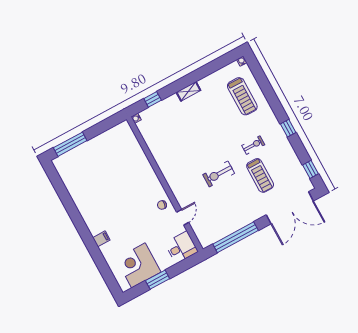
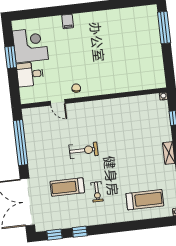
treadmill: (242, 96) -> (145, 200), turned 180
window: (288, 128) -> (80, 232), moved
exercise bike: (219, 174) -> (84, 150), turned 90
desk: (181, 247) -> (30, 74), moved, turned 90

